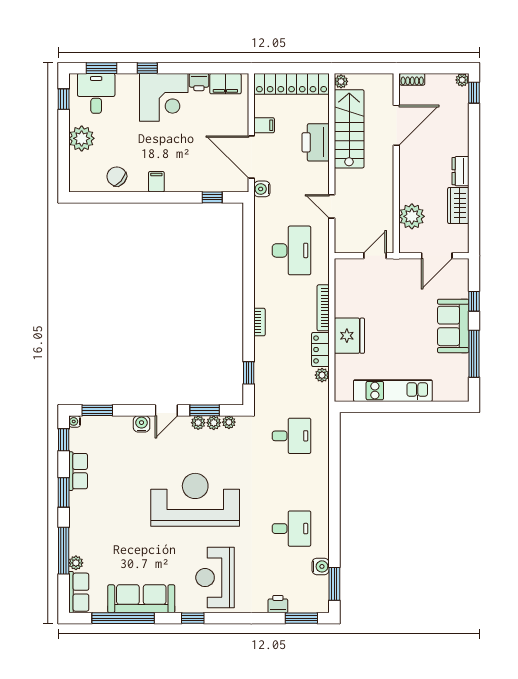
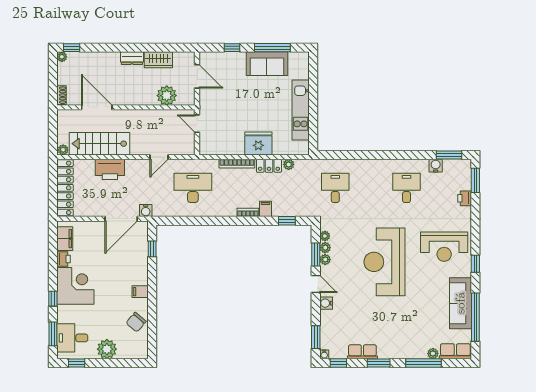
filing cabinet: (264, 125) -> (266, 209), moved
sofa: (453, 326) -> (267, 64), moved

